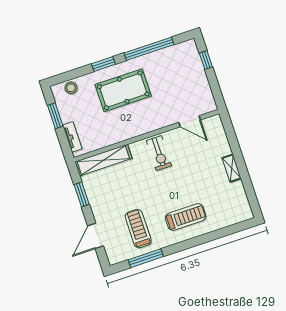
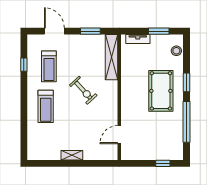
exercise bike: (159, 153) -> (83, 90), moved, turned -133
treadmill: (138, 229) -> (49, 66), turned 90
window: (146, 258) -> (24, 65), width x0.46

